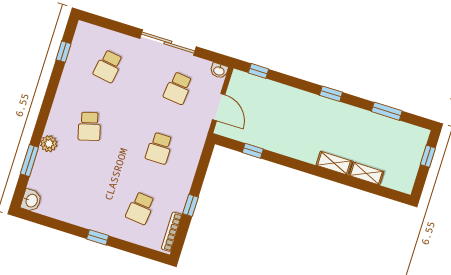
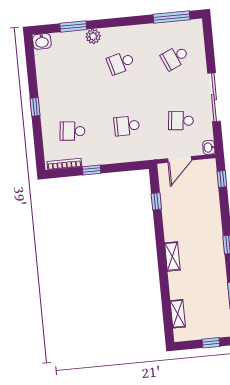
window: (64, 52) -> (172, 17), width x2.17
school desk: (108, 66) -> (175, 58), turned -33
shelving: (334, 163) -> (172, 256), moved
shelving: (366, 173) -> (178, 314), moved

